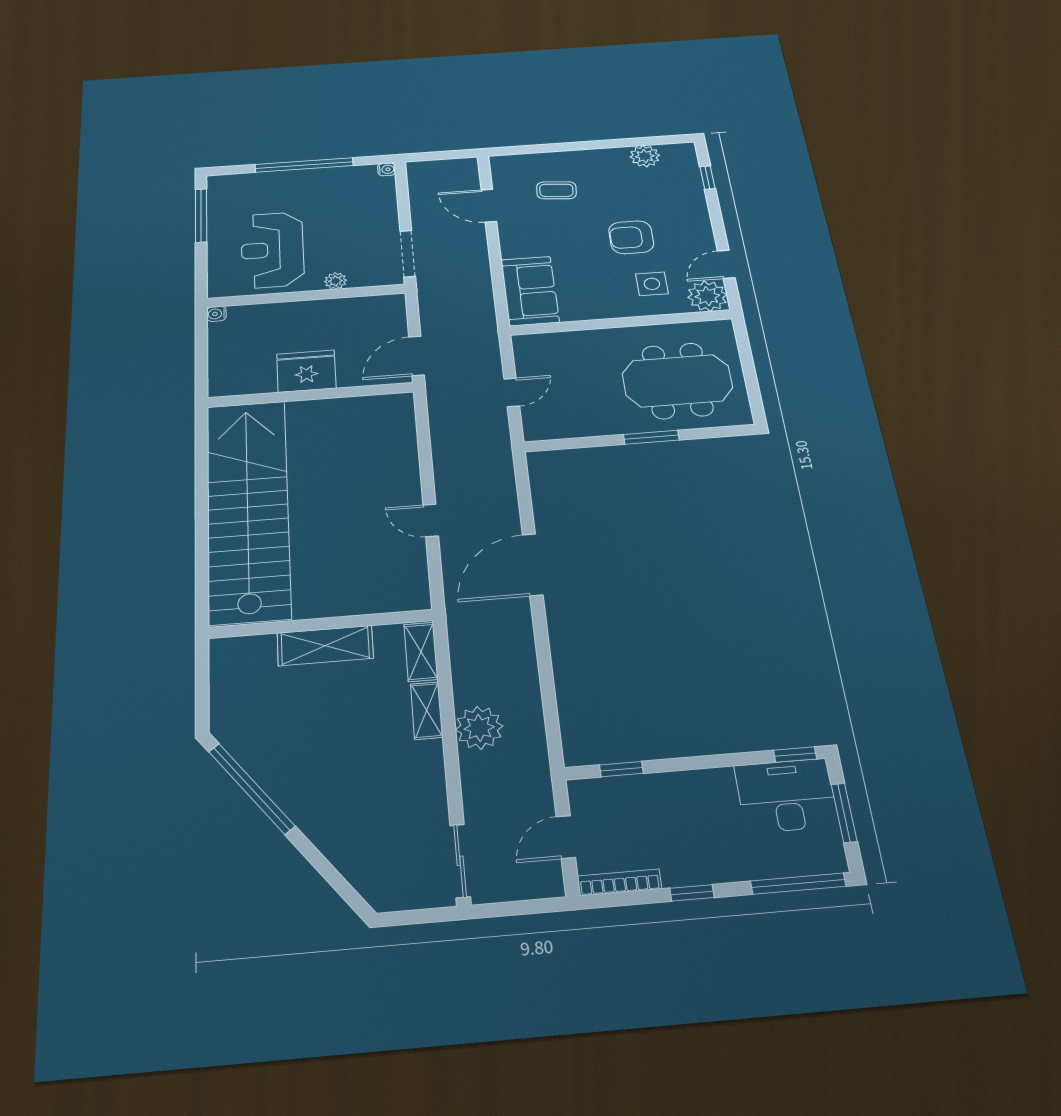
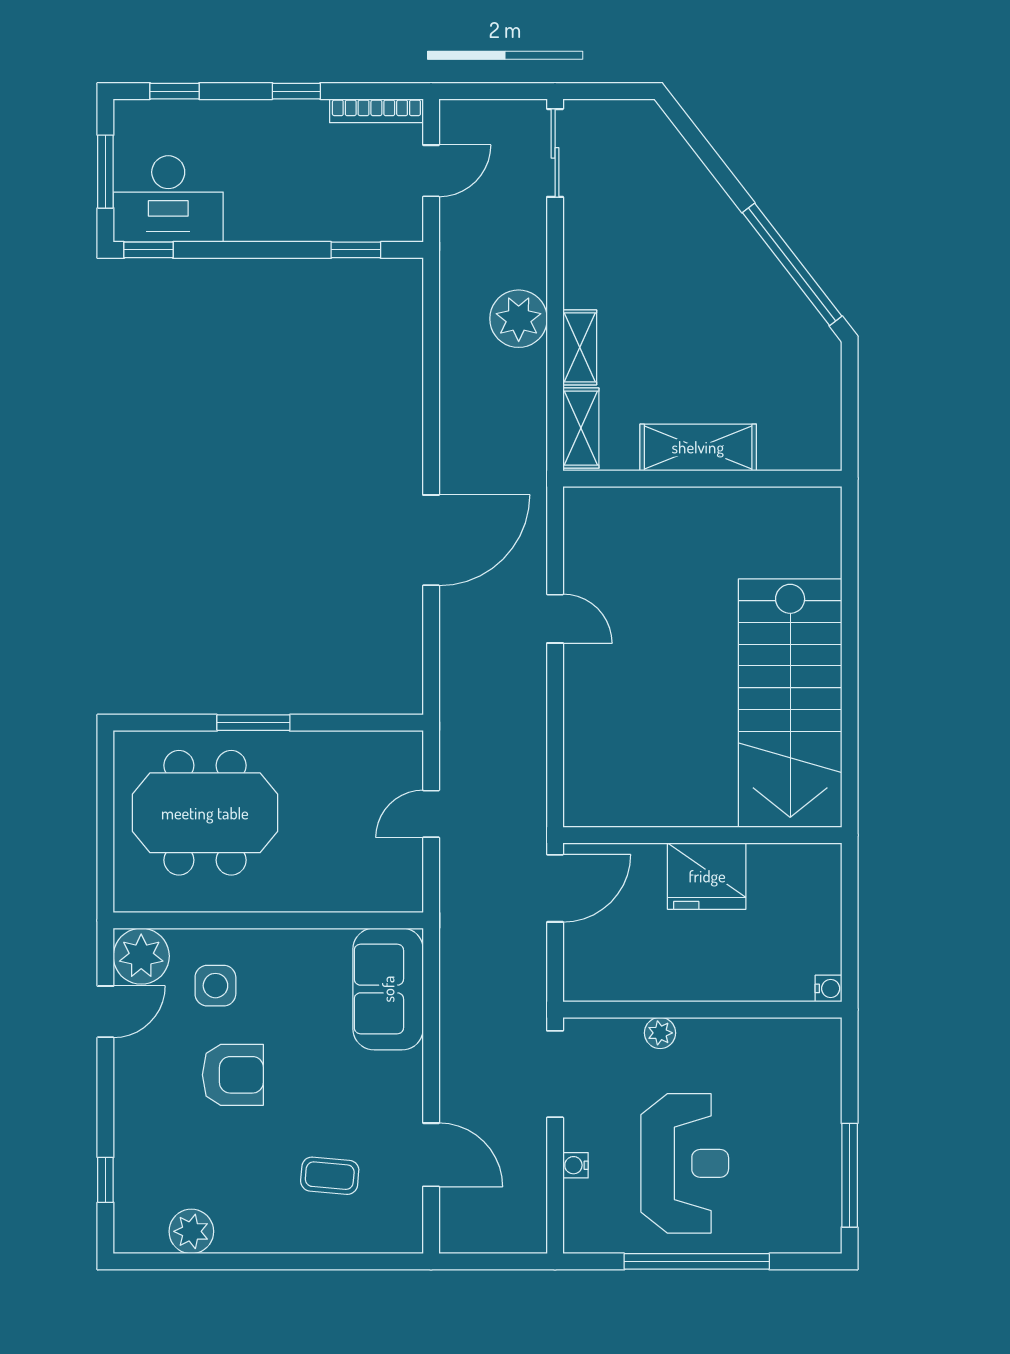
water cooler: (387, 169) -> (575, 1165), moved
reception desk: (272, 250) -> (685, 1163), moved
stairs: (248, 509) -> (790, 703), width x0.73
window: (798, 884) -> (175, 91), width x0.46

